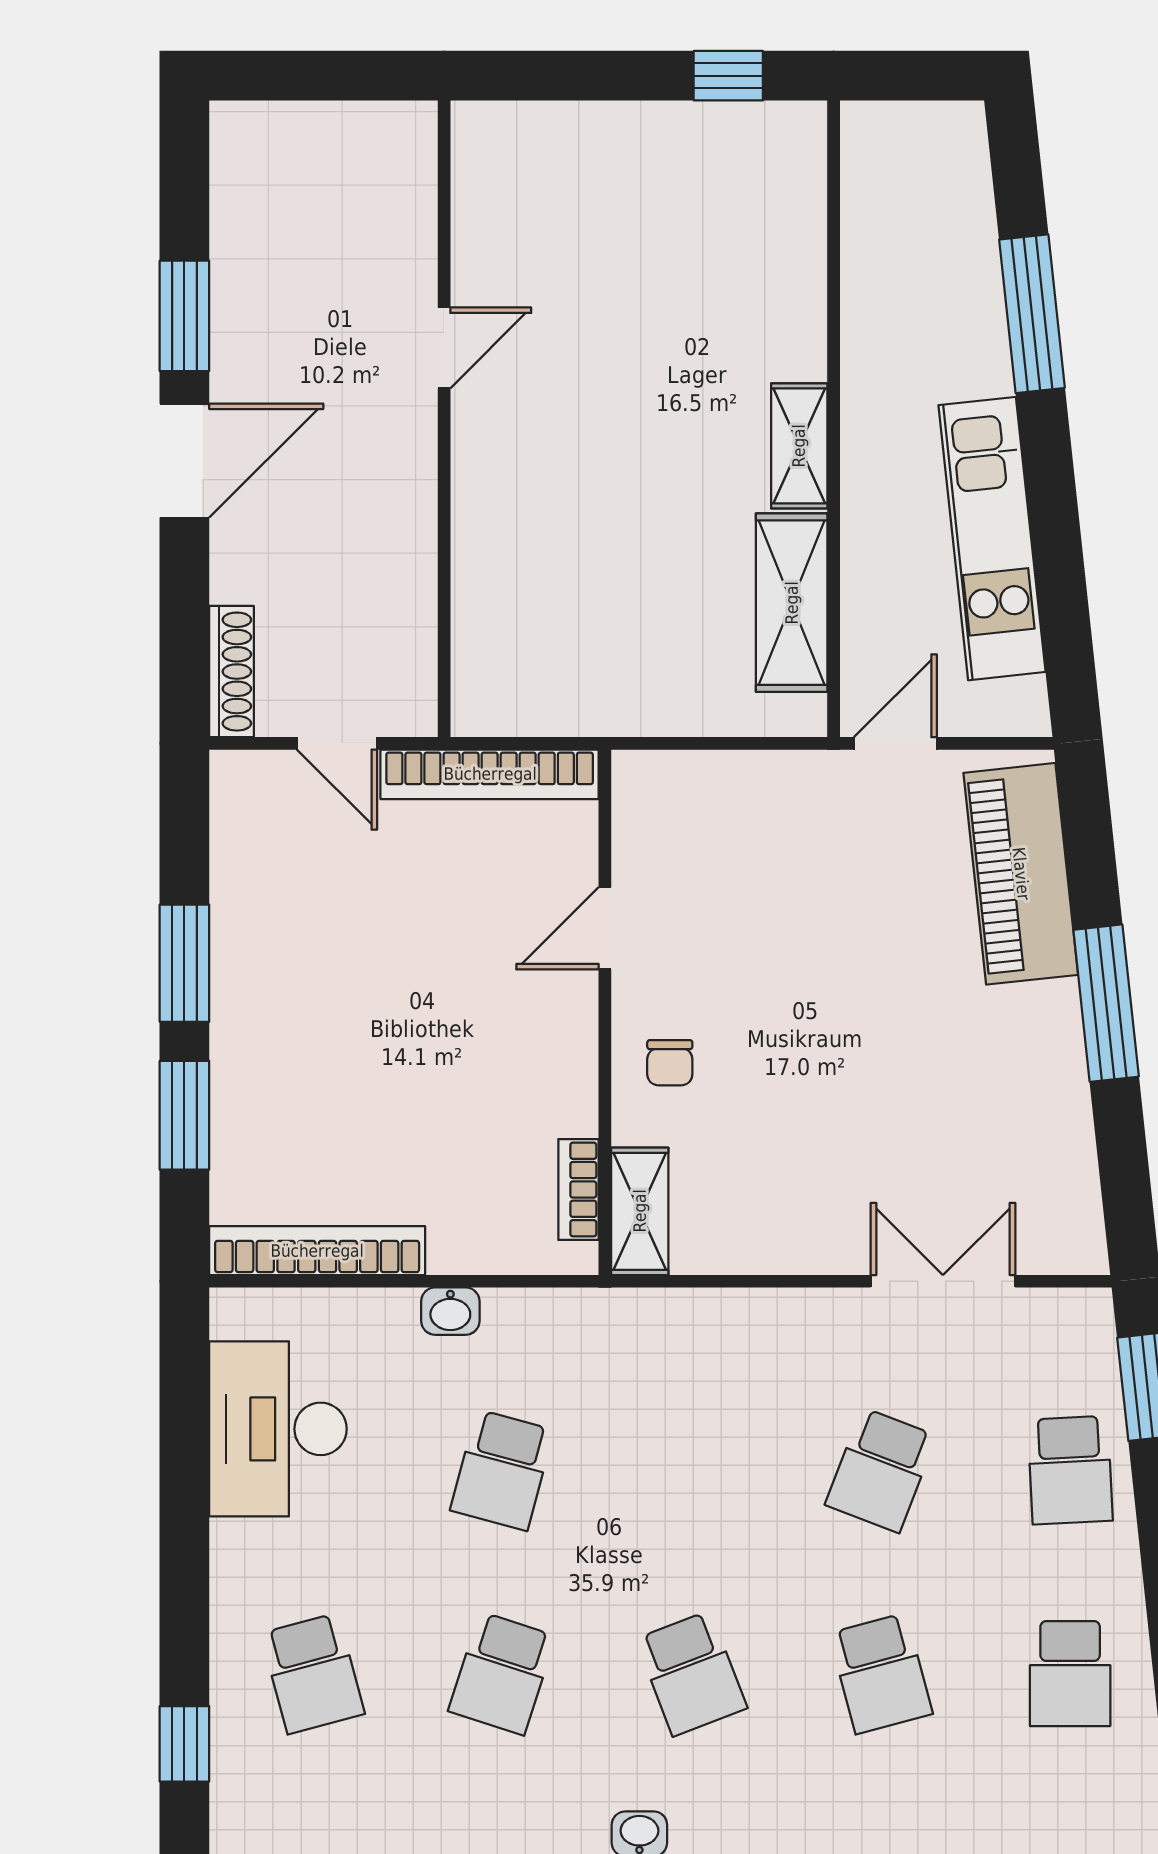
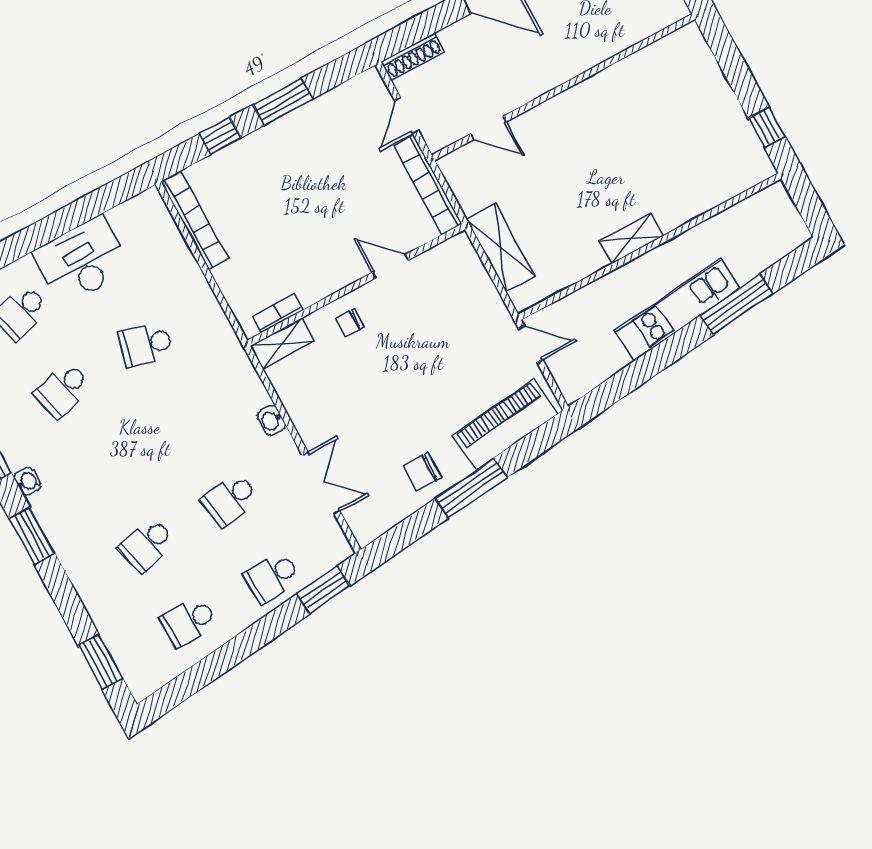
door: (444, 348) -> (488, 128), moved
kitchen unit: (992, 539) -> (677, 309), moved
shelving: (792, 603) -> (501, 248), moved, turned 90
chair: (1026, 1079) -> (422, 472), added
window: (184, 1115) -> (220, 136), width x0.67
washbasin: (450, 1311) -> (271, 420), moved
desk: (278, 1429) -> (82, 261), moved
school desk: (881, 1470) -> (230, 500), turned -30
school desk: (502, 1674) -> (63, 390), turned -33
school desk: (691, 1674) -> (105, 467), removed

